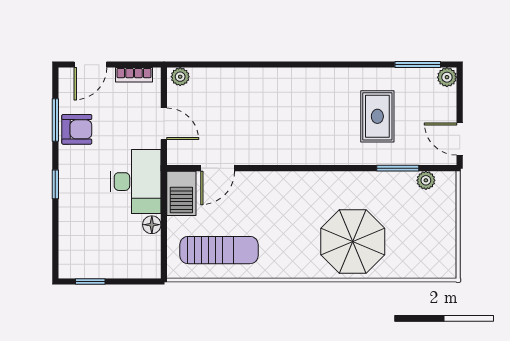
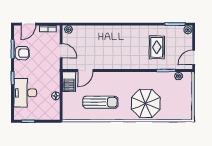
door: (460, 139) -> (194, 57), hinge flipped
desk: (136, 182) -> (25, 93), moved, turned 180
sun lounger: (219, 250) -> (100, 102), moved

